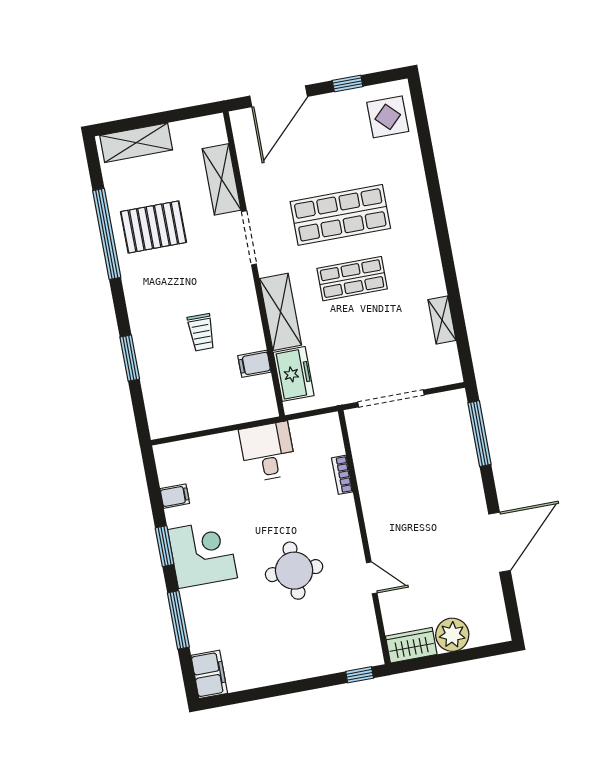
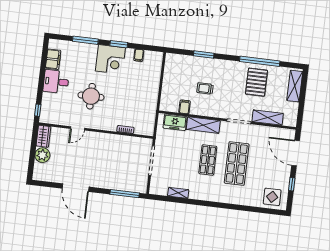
desk: (268, 452) -> (56, 82), moved, turned 180
filing cabinet: (209, 674) -> (53, 59), moved, turned -90

